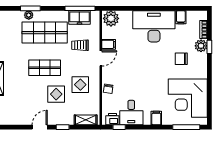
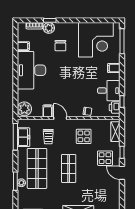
display table: (56, 94) -> (105, 158), moved

